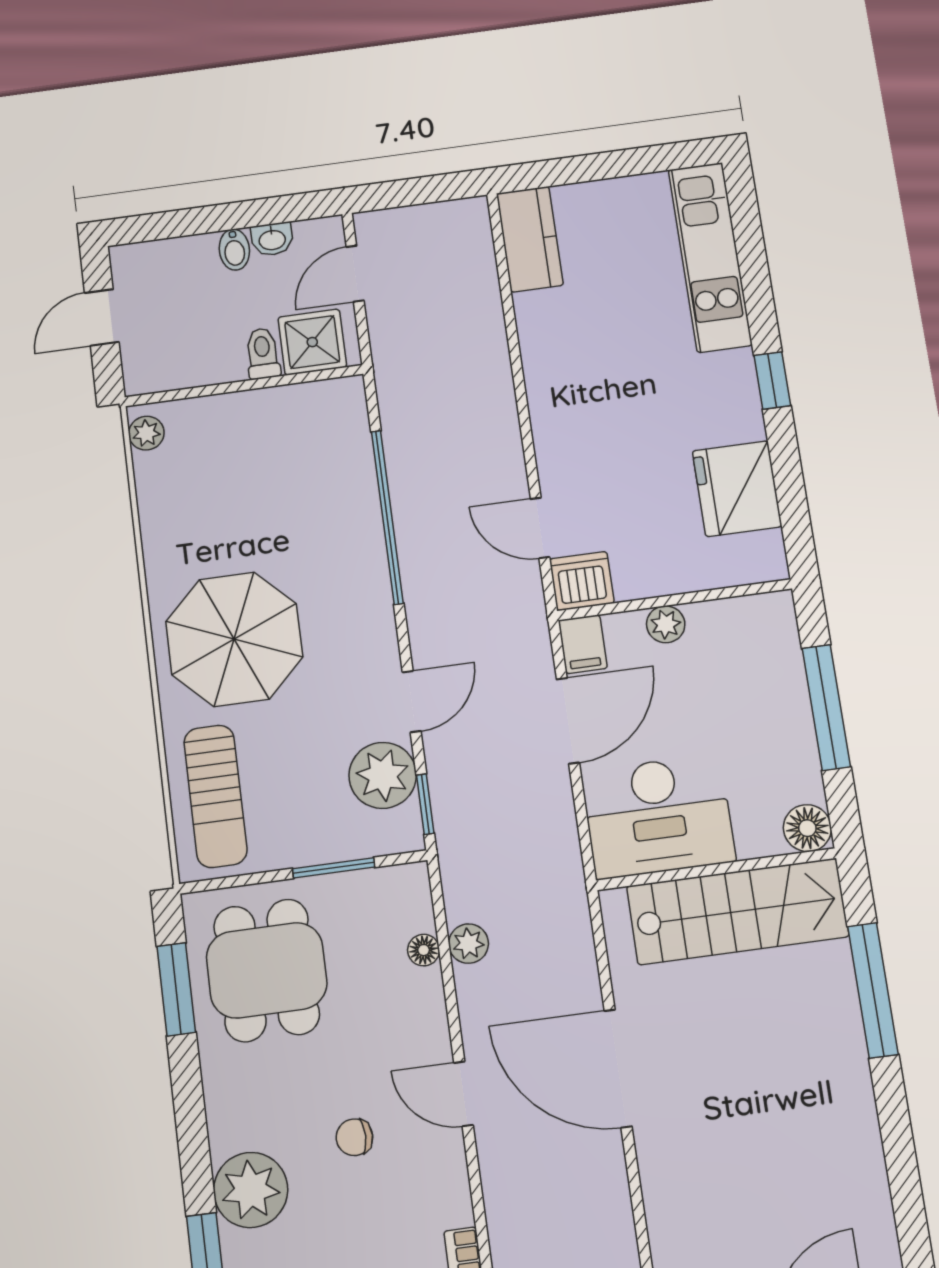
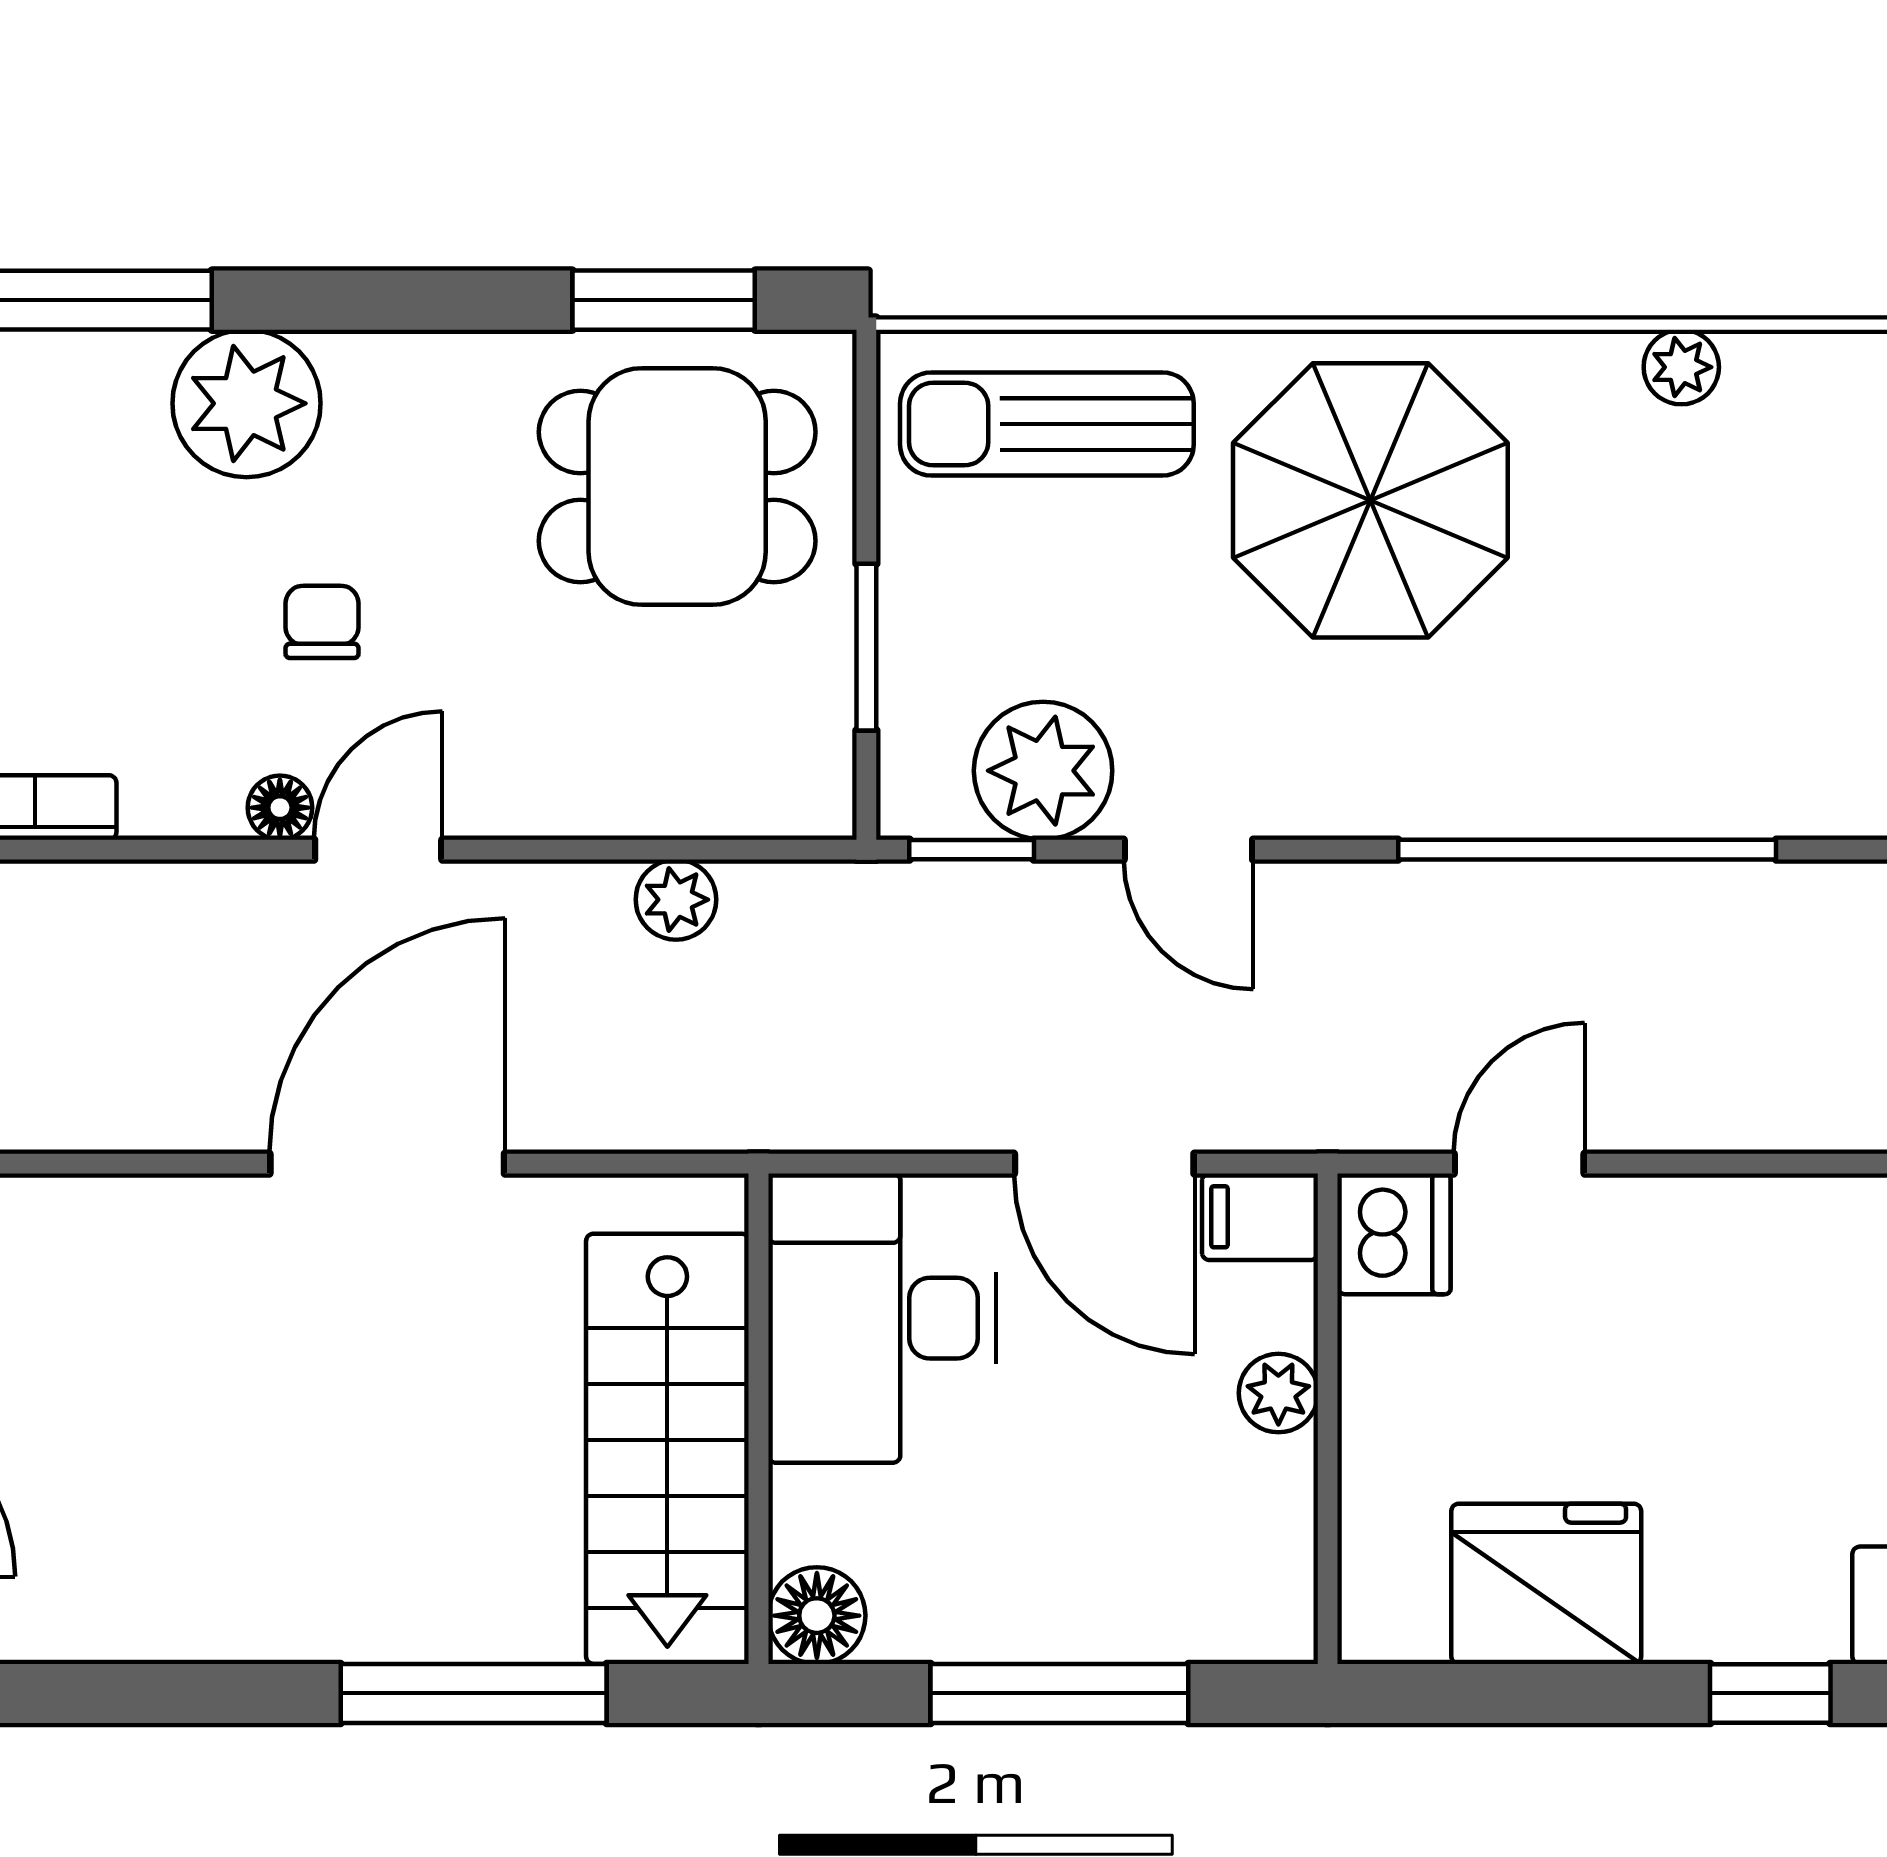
plant: (146, 433) -> (1681, 367), moved
floor lamp: (424, 950) -> (280, 808), moved

